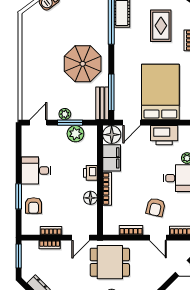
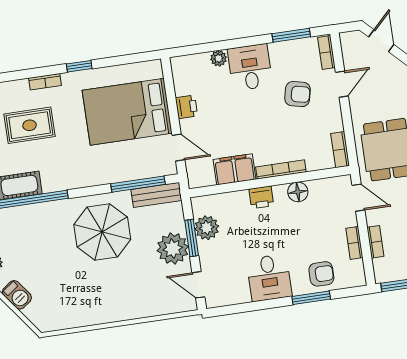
plant: (65, 114) -> (173, 249), width x1.87, depth x1.87
floor lamp: (112, 135) -> (200, 174), removed
printer: (164, 135) -> (186, 107), width x0.53, depth x0.68
bookcase: (131, 230) -> (340, 150), moved

